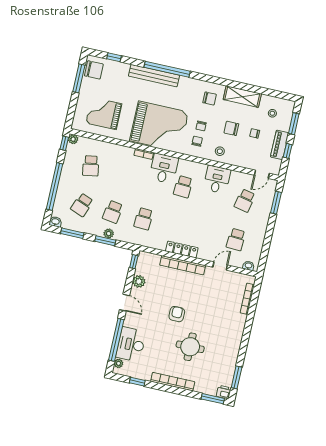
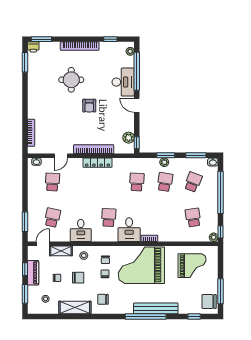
shelving: (244, 162) -> (61, 251), added
plant: (139, 281) -> (129, 138), moved
desk: (131, 344) -> (123, 82), moved

